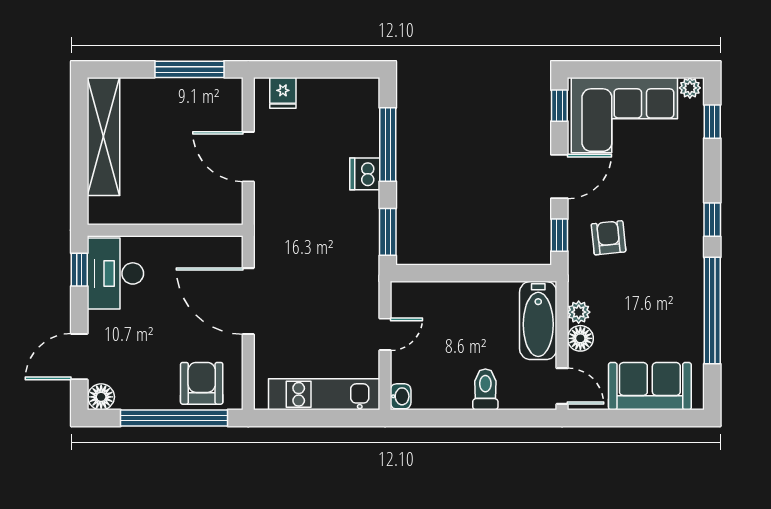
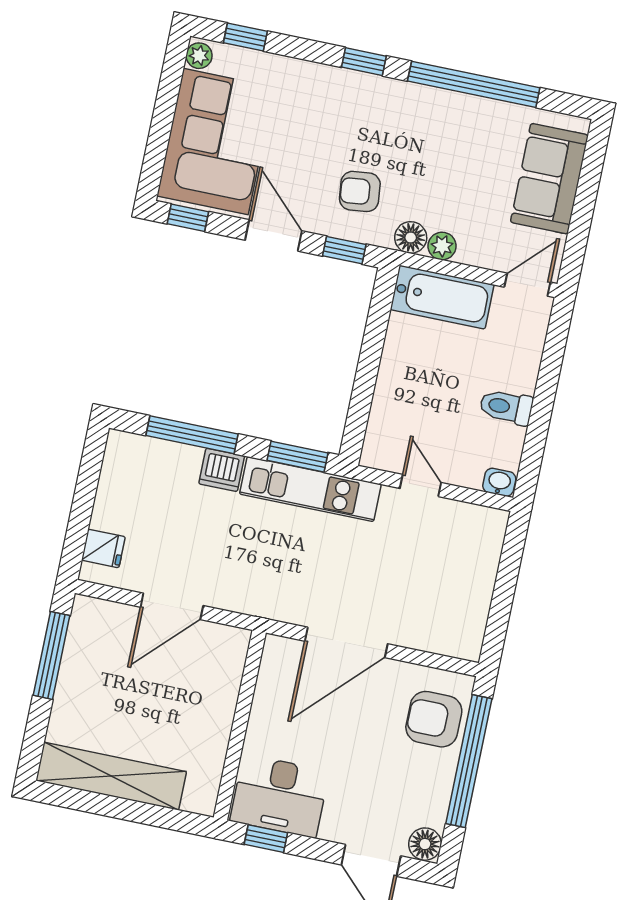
floor lamp: (580, 338) -> (411, 237), moved
toilet: (485, 389) -> (506, 407), moved
kitchen unit: (324, 394) -> (310, 489), moved, turned -90

